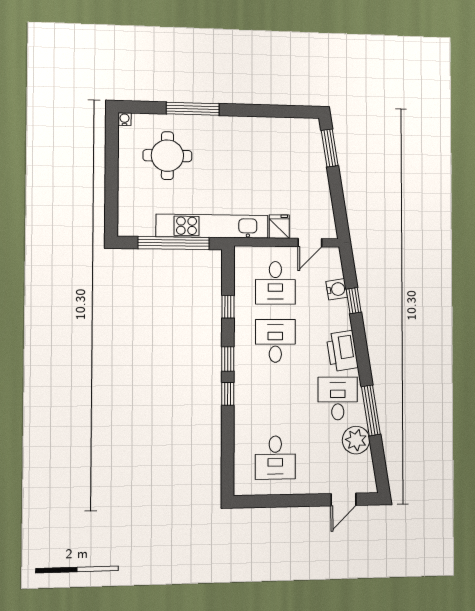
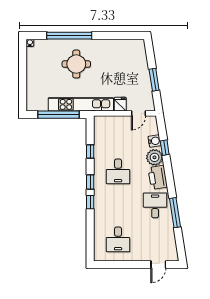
window: (193, 109) -> (69, 36), width x1.46
window: (330, 148) -> (154, 80), moved
round table: (167, 156) -> (76, 64), moved
desk: (275, 283) -> (118, 137), removed
desk: (275, 341) -> (118, 171), turned 180
plant: (356, 440) -> (155, 157), moved

